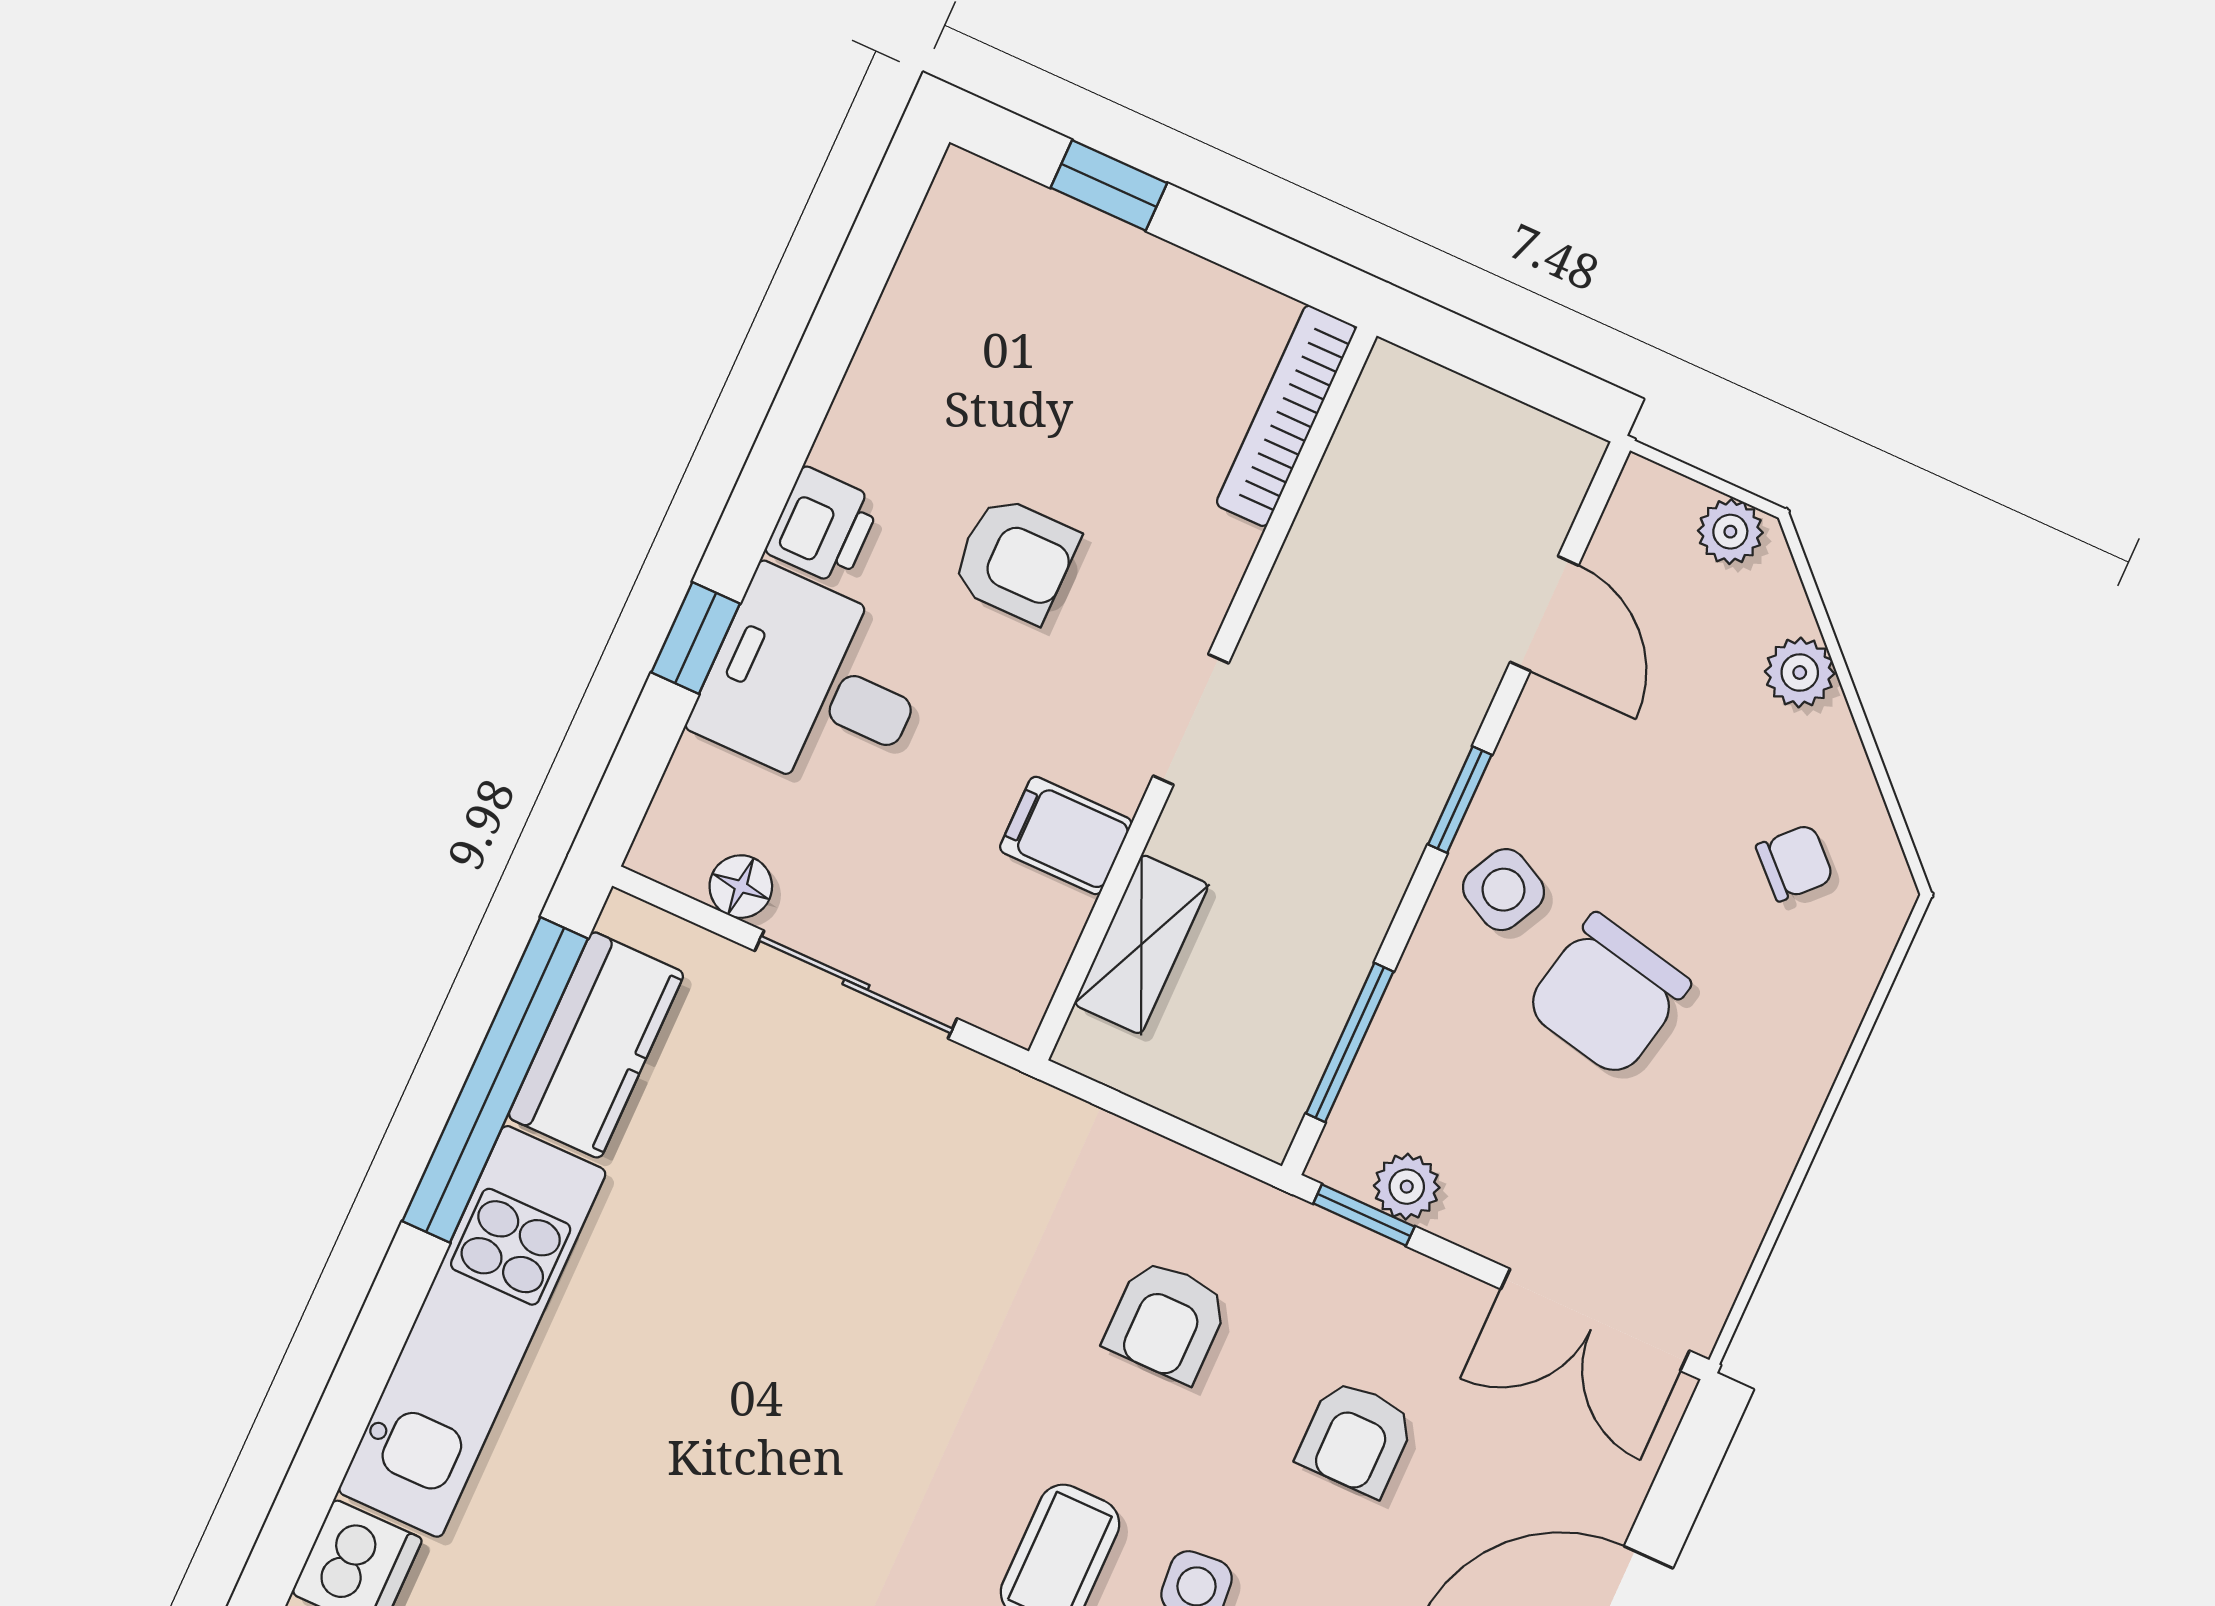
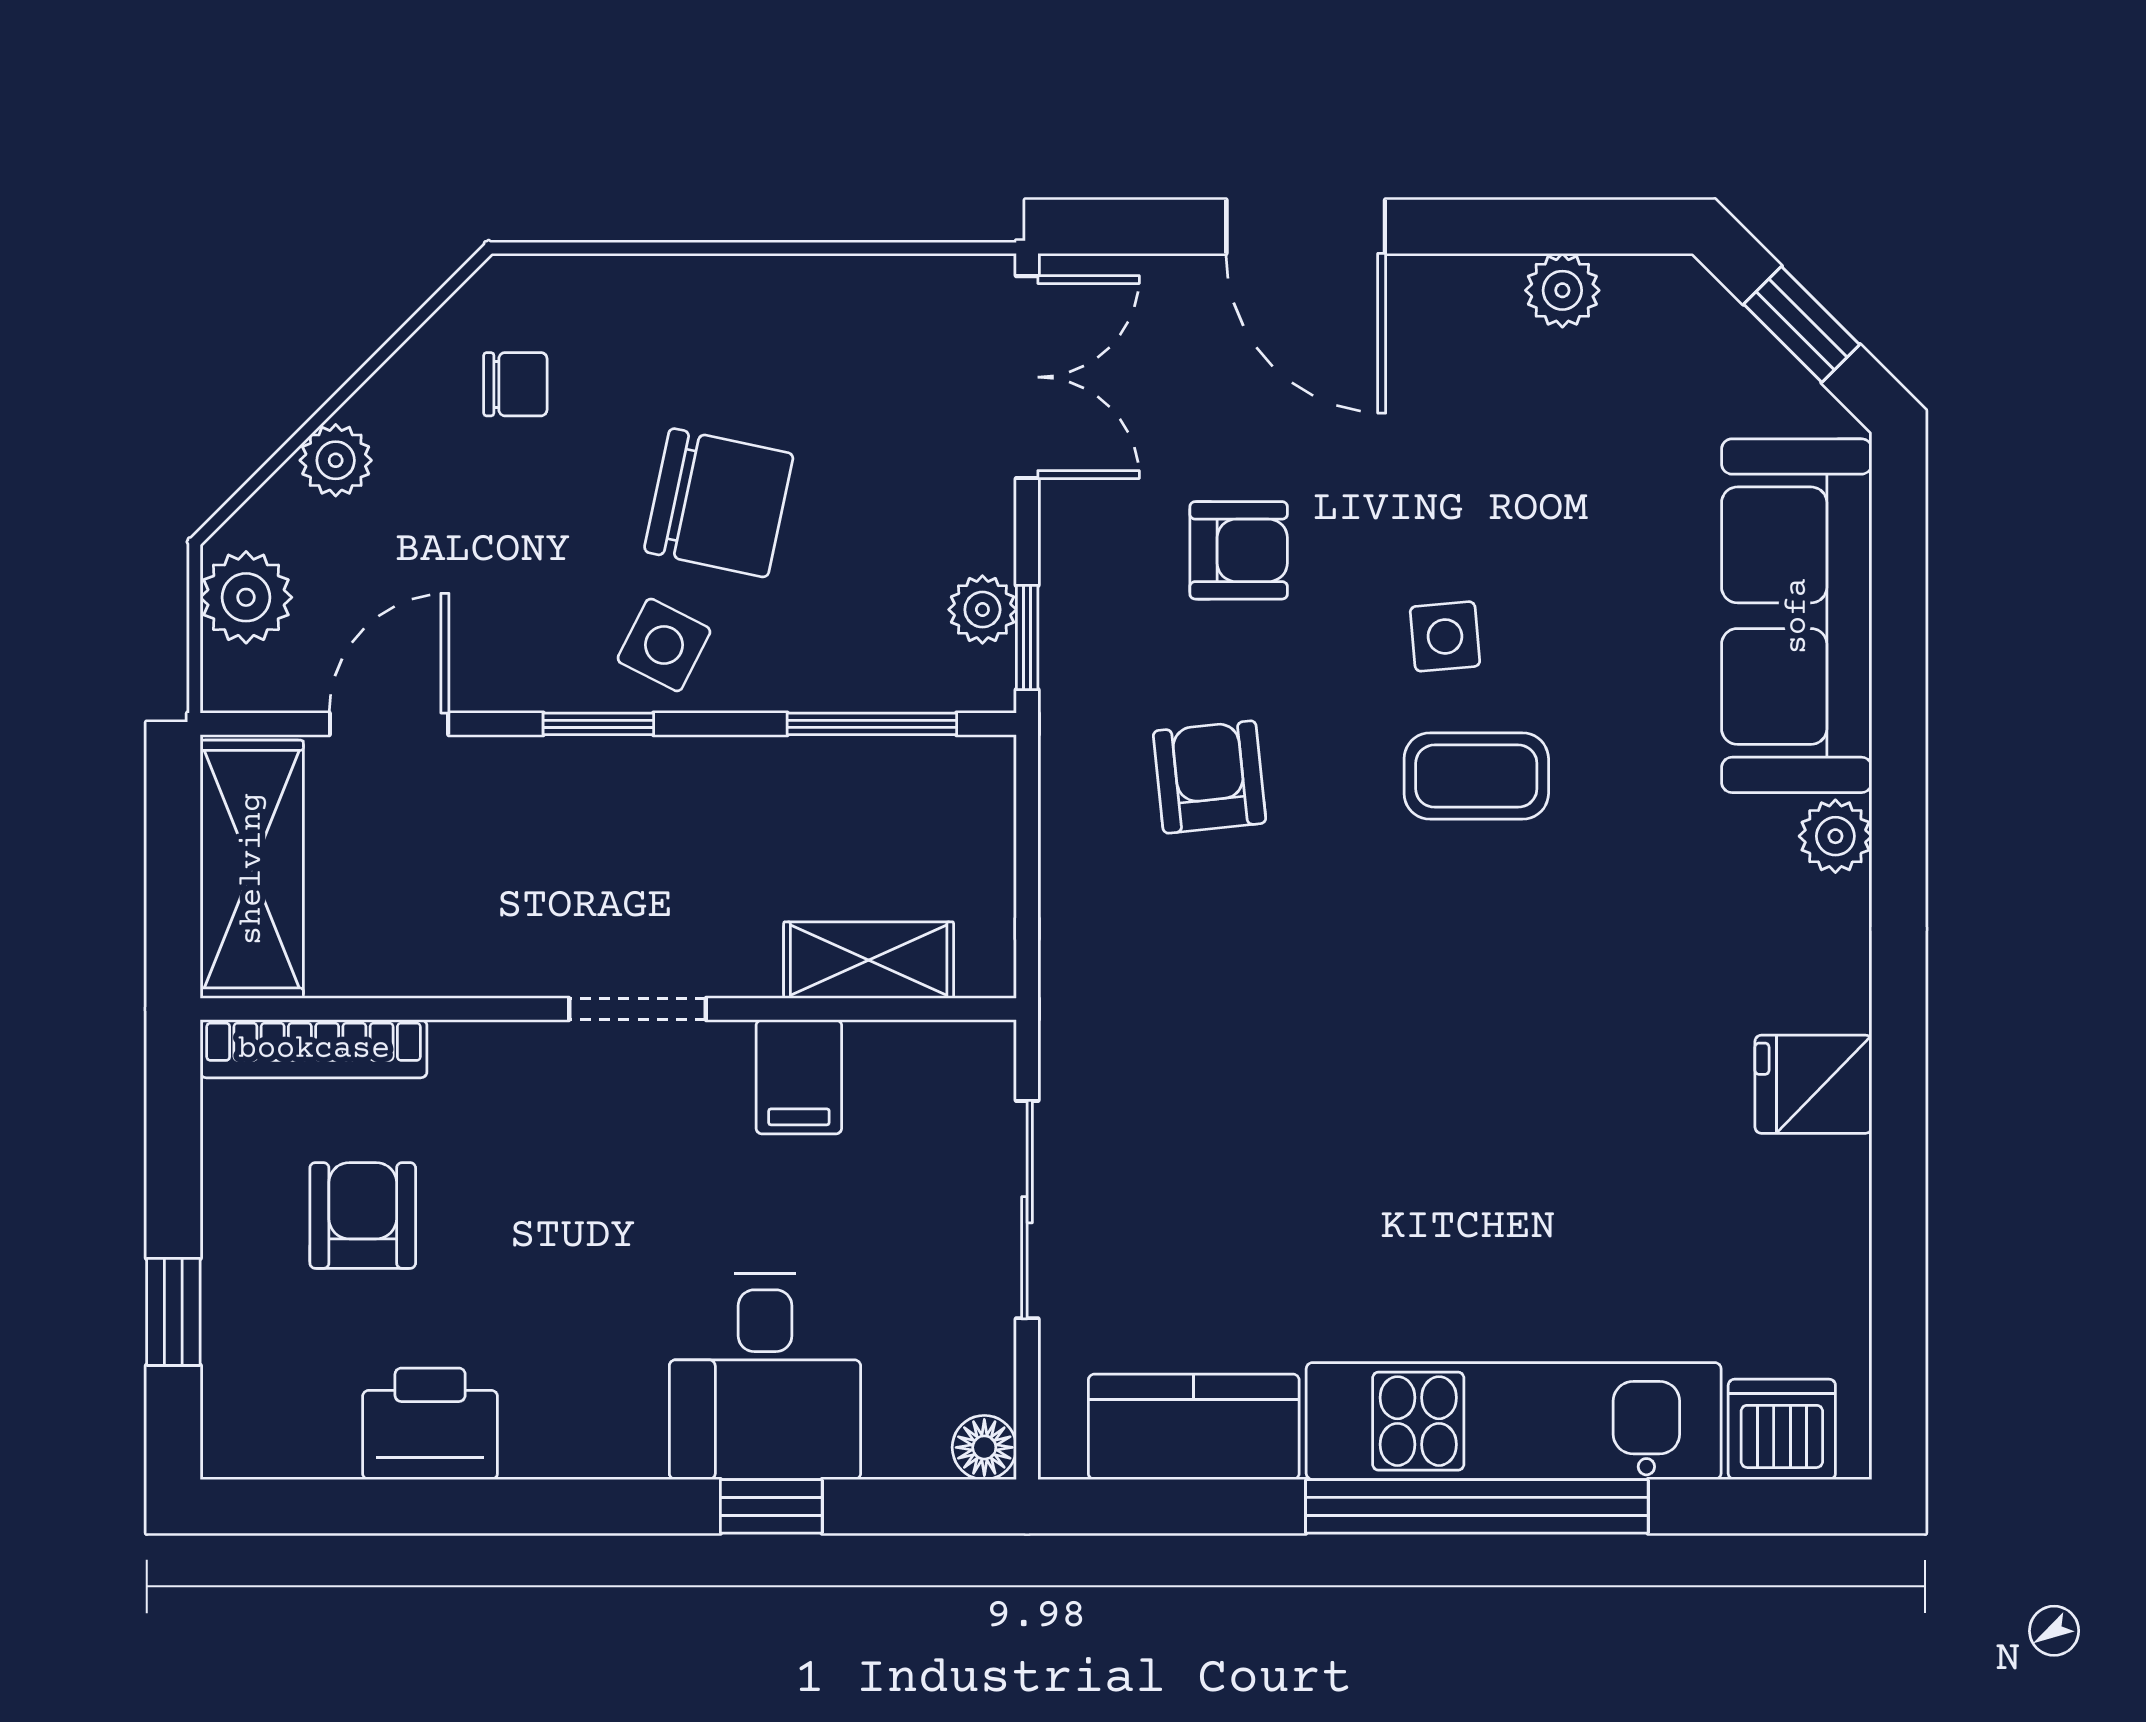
shelving: (1470, 433) -> (252, 869), added
printer: (823, 526) -> (430, 1424), moved, width x1.36, depth x1.24
plant: (1730, 532) -> (246, 597), width x1.38, depth x1.38
armchair: (1015, 559) -> (363, 1215), moved
chair: (1795, 863) -> (515, 384), turned 136
floor lamp: (741, 887) -> (984, 1447), moved
window: (495, 1080) -> (1477, 1506), moved
armchair: (1167, 1321) -> (1210, 777), turned -96

